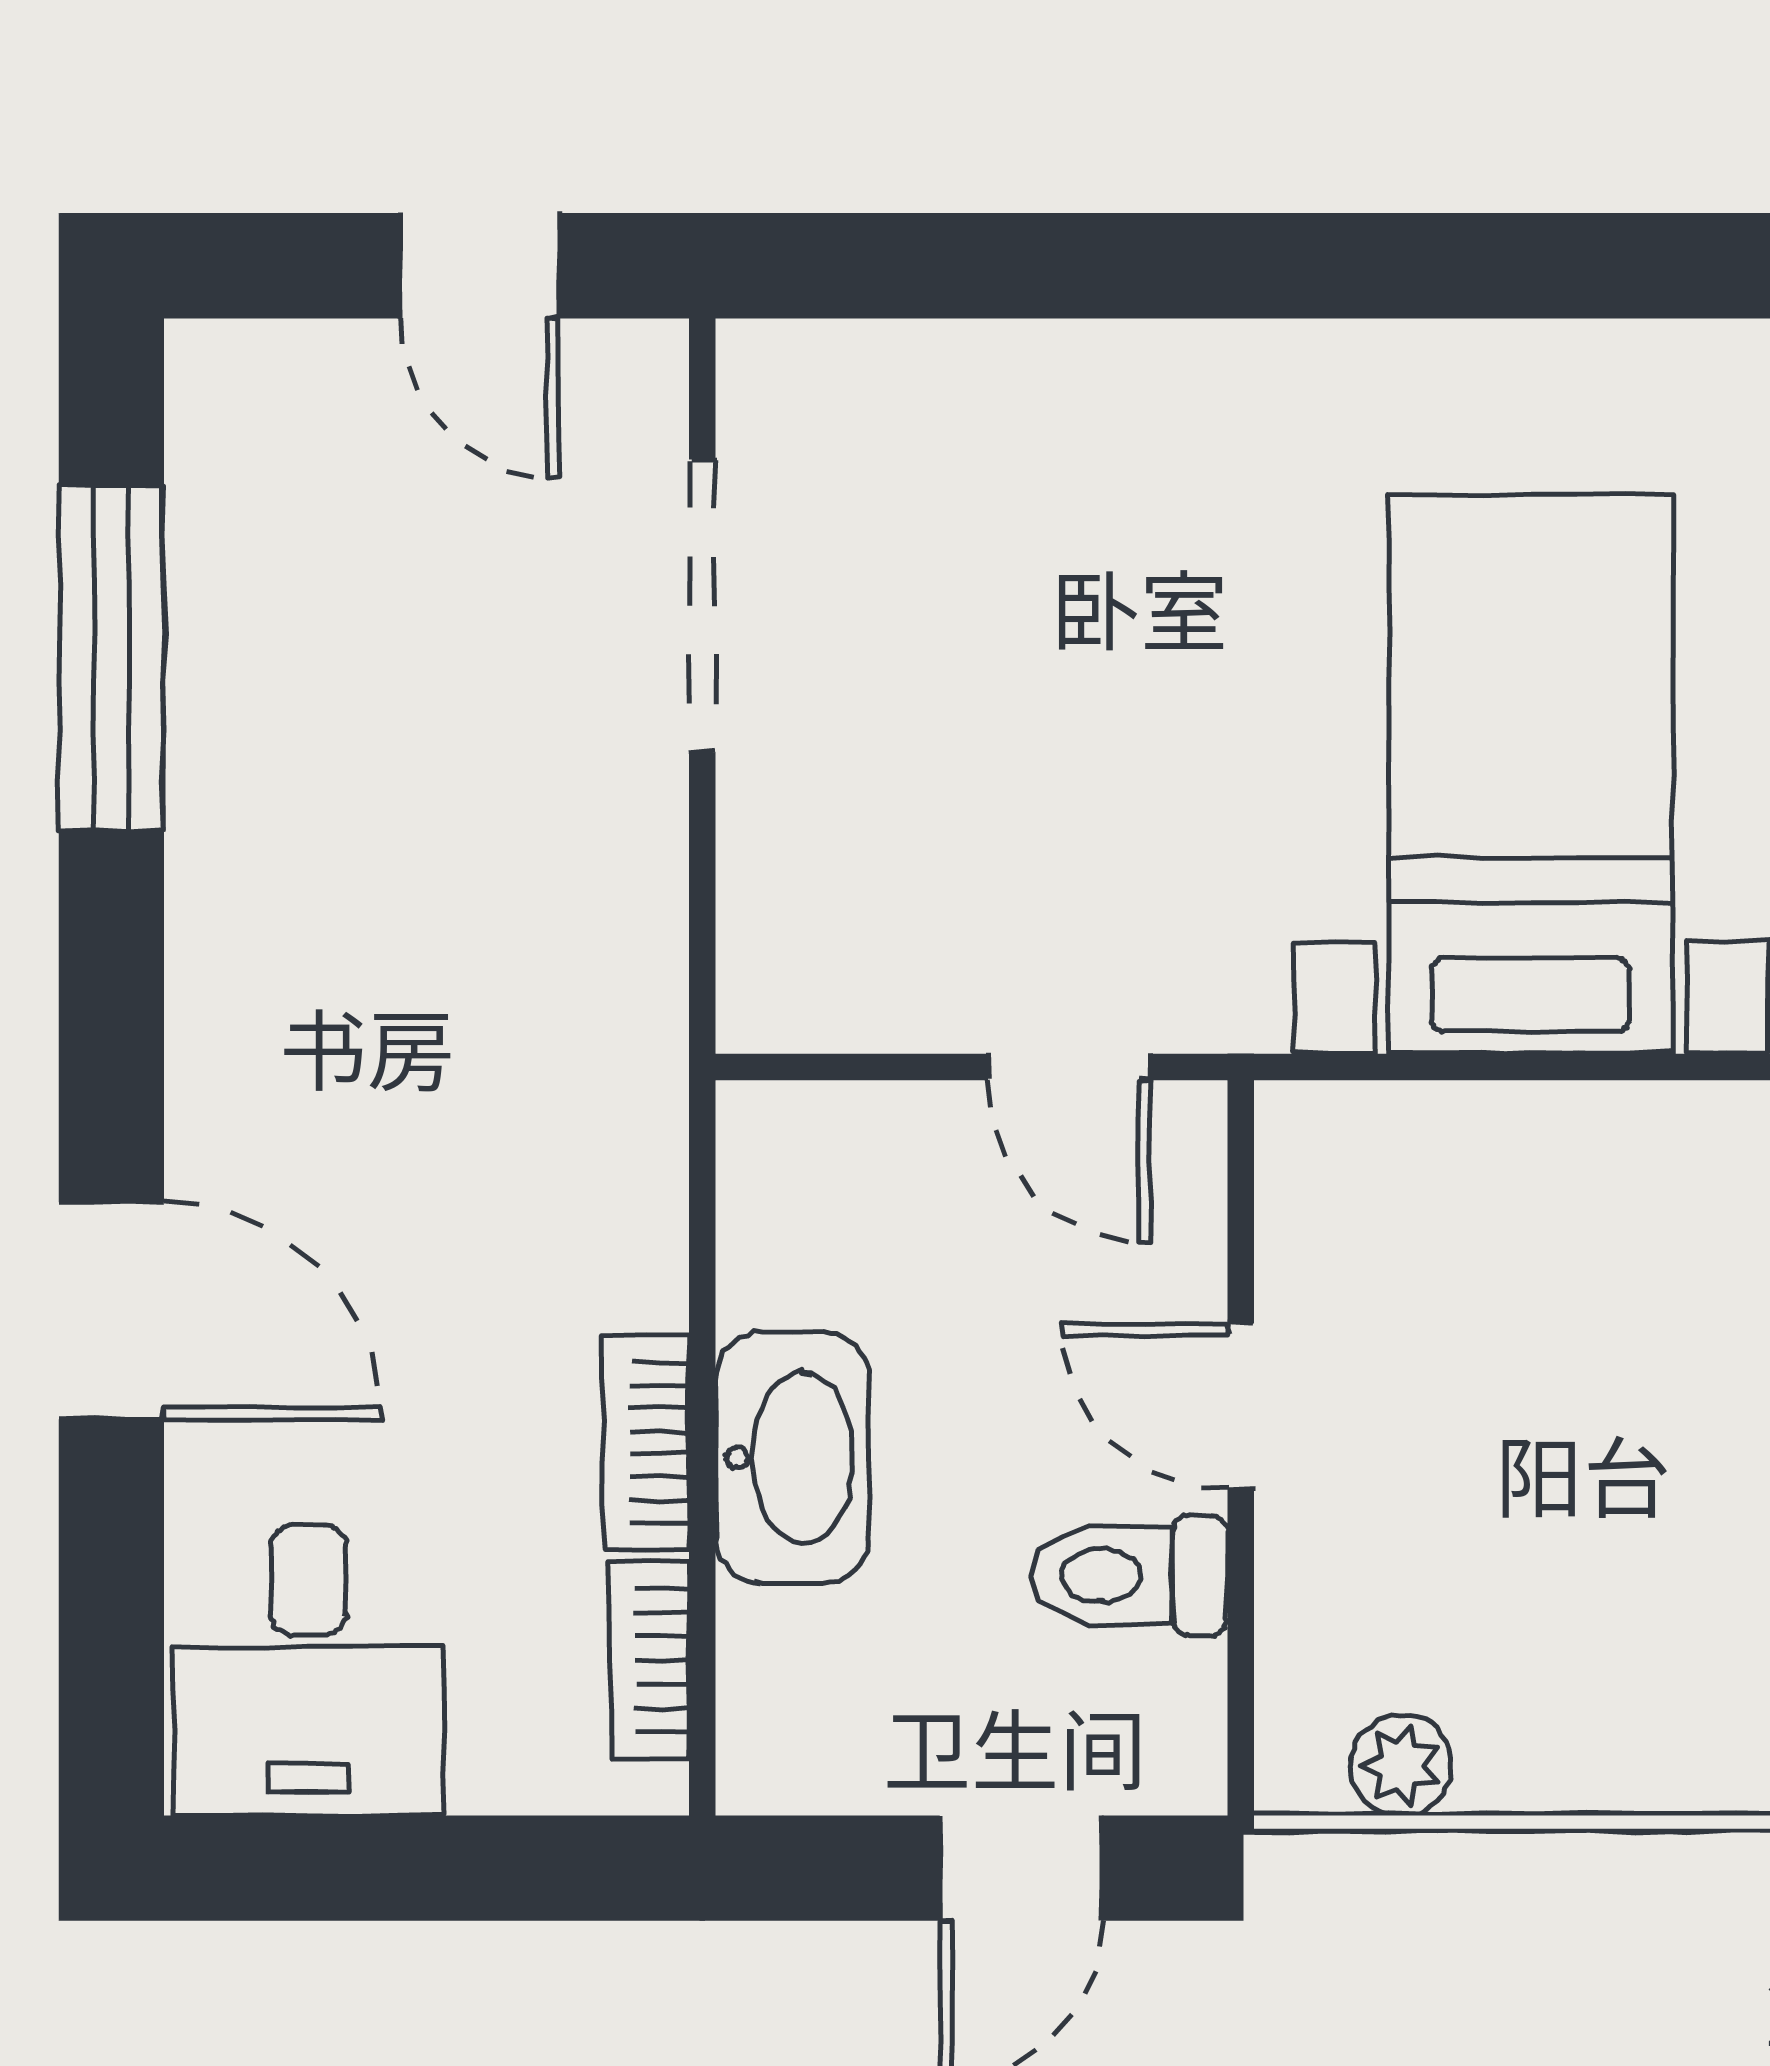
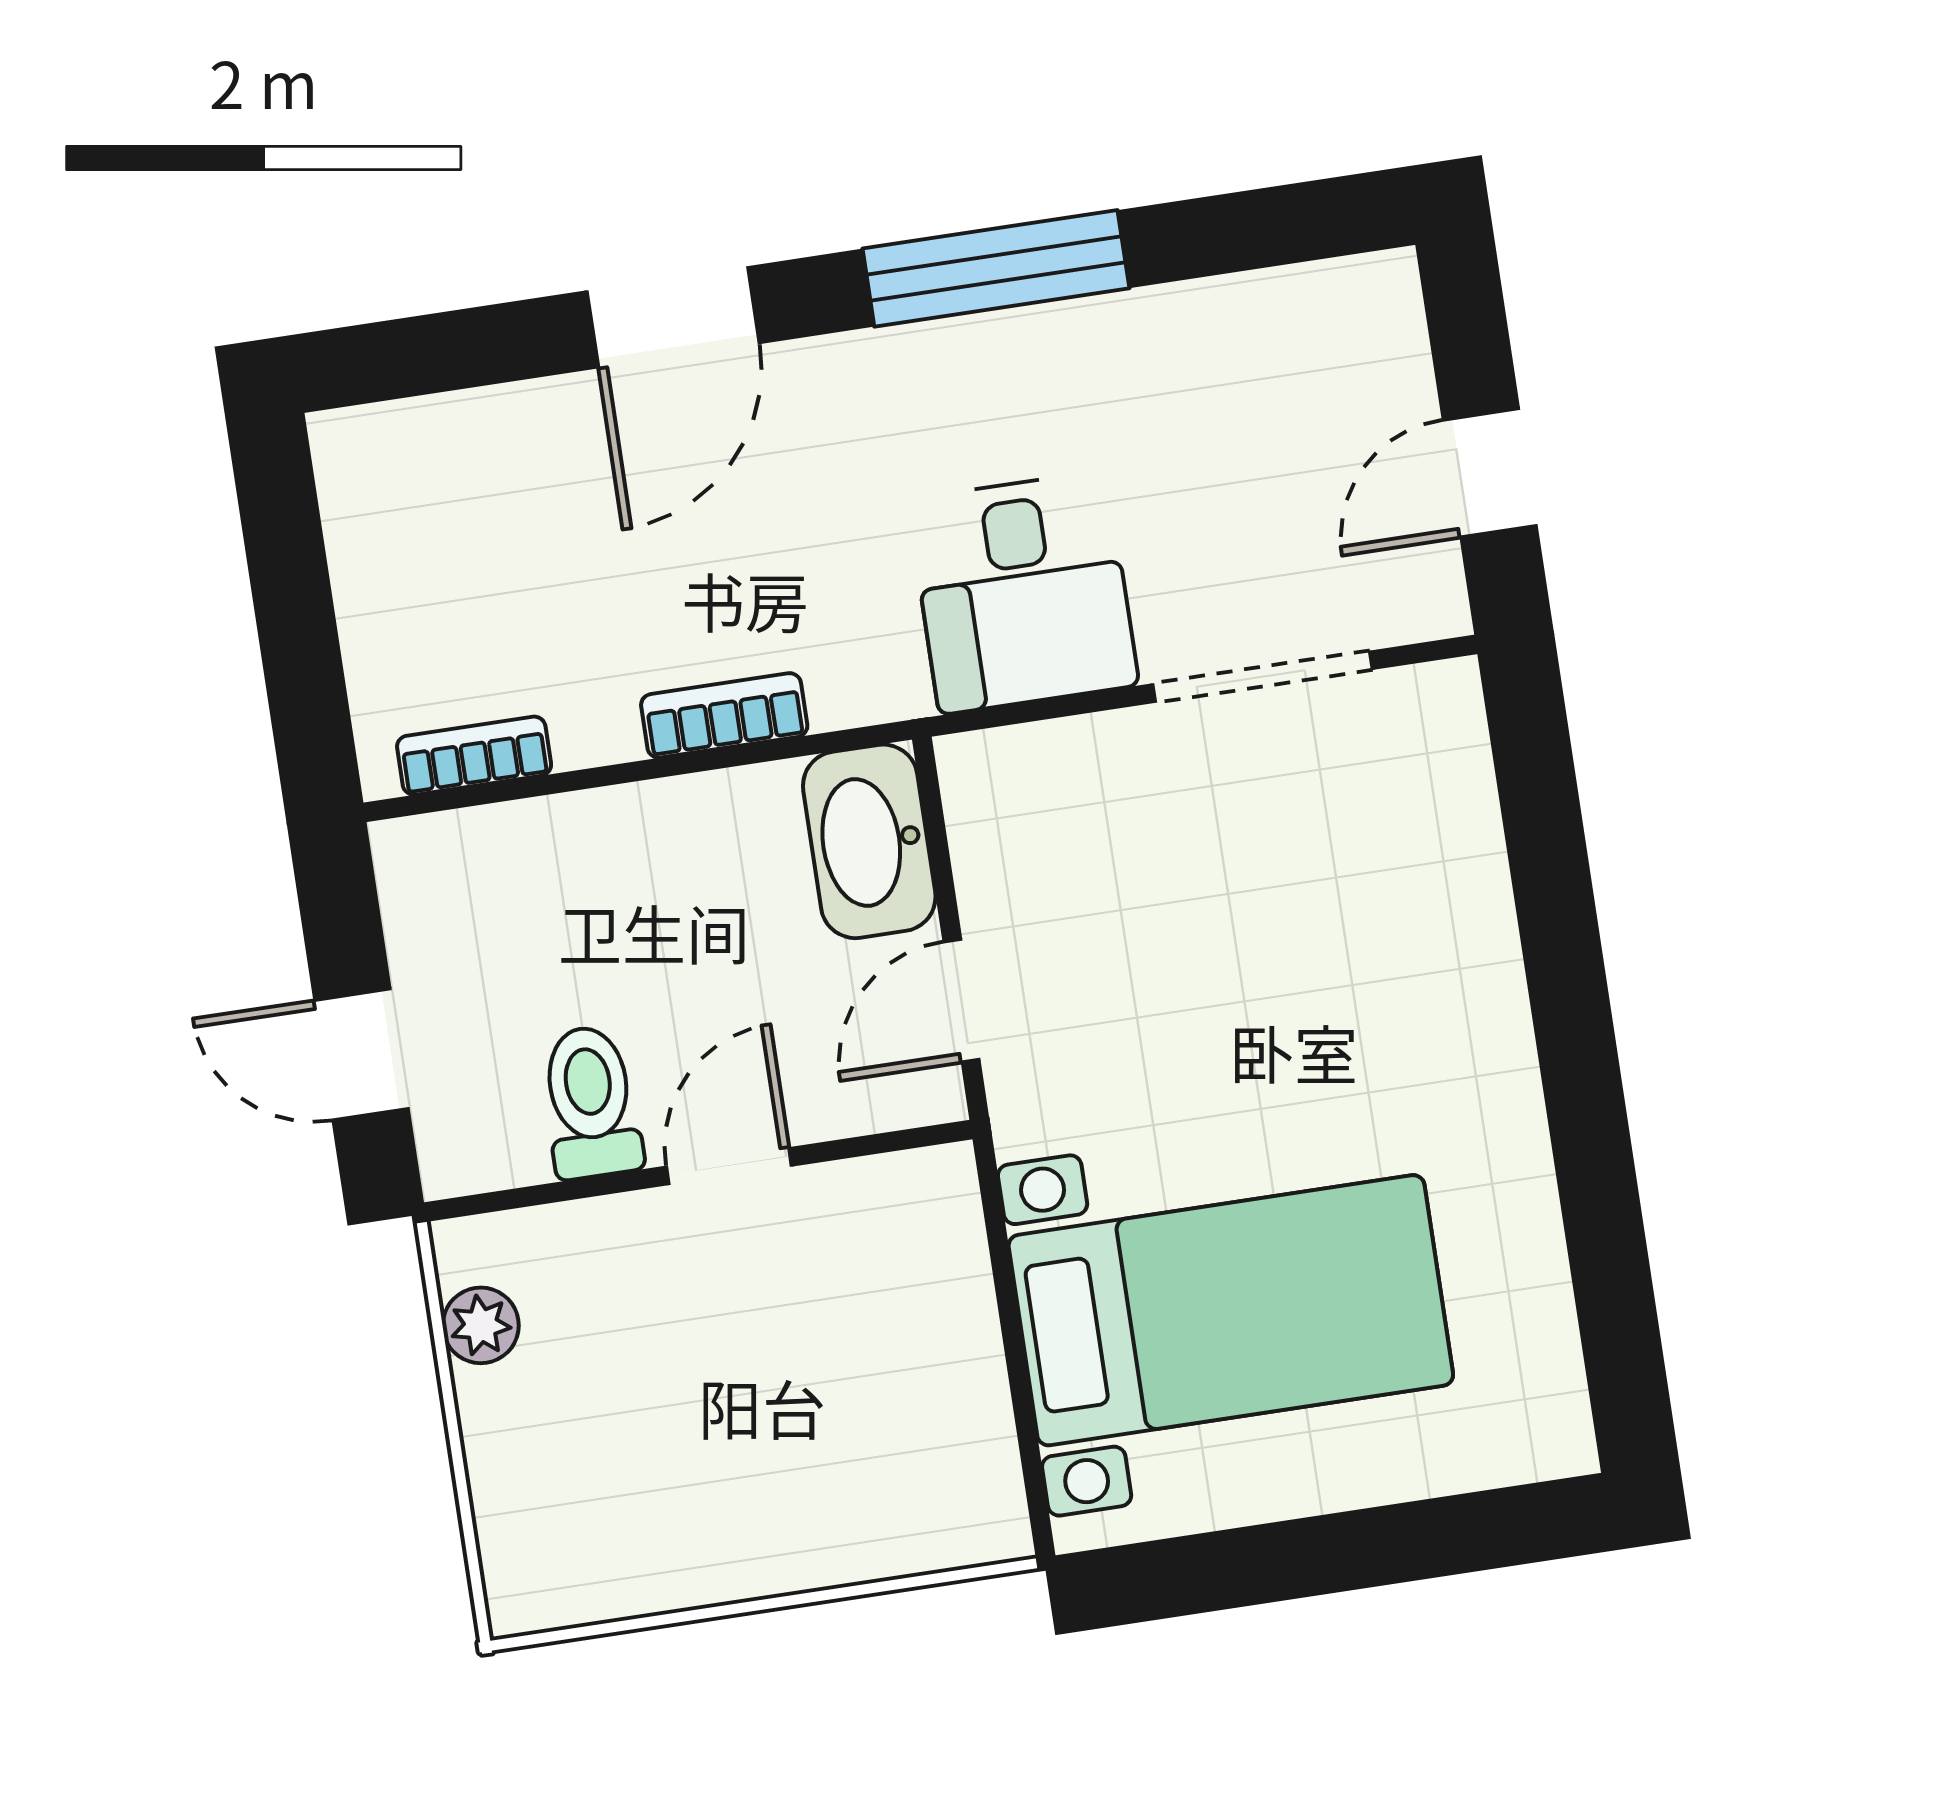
window: (111, 658) -> (996, 268), moved
bookcase: (646, 1443) -> (724, 715), moved
washbasin: (792, 1458) -> (869, 841), moved, turned 90
desk: (308, 1670) -> (1023, 593), moved, turned -90

